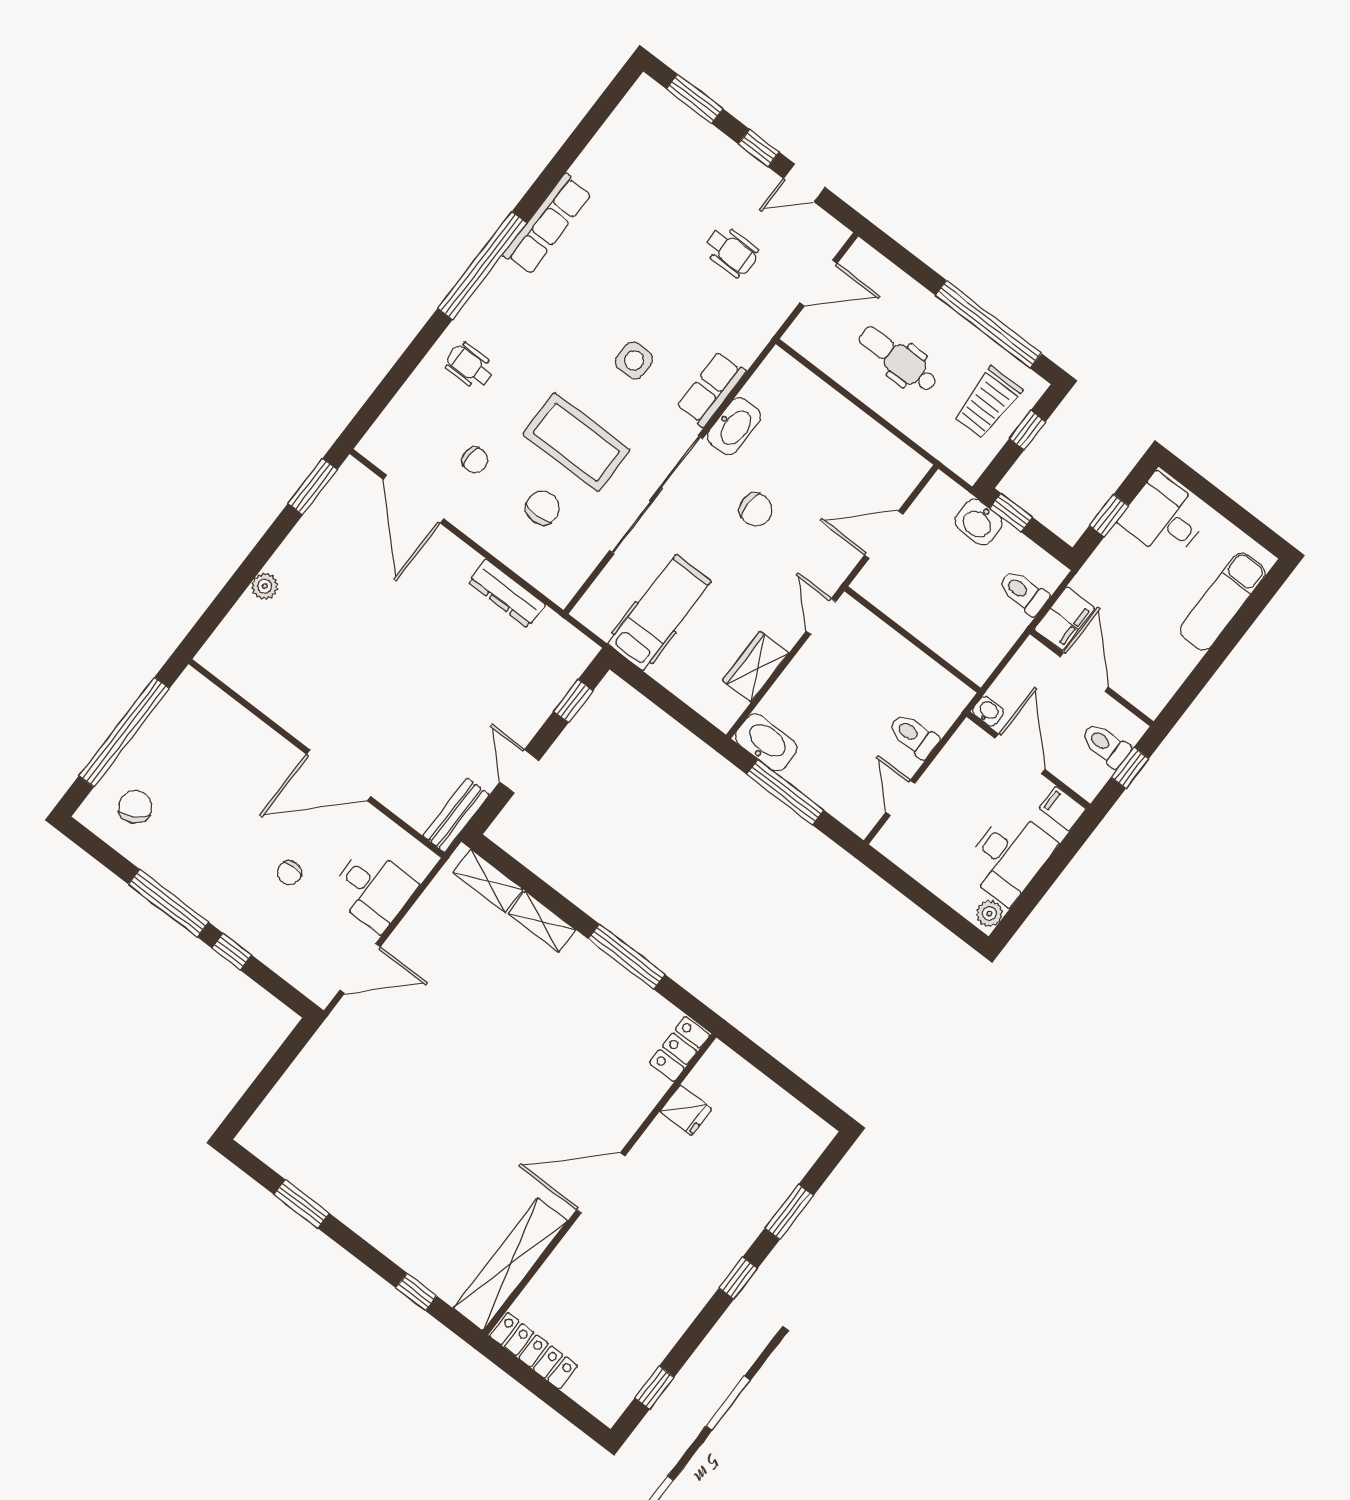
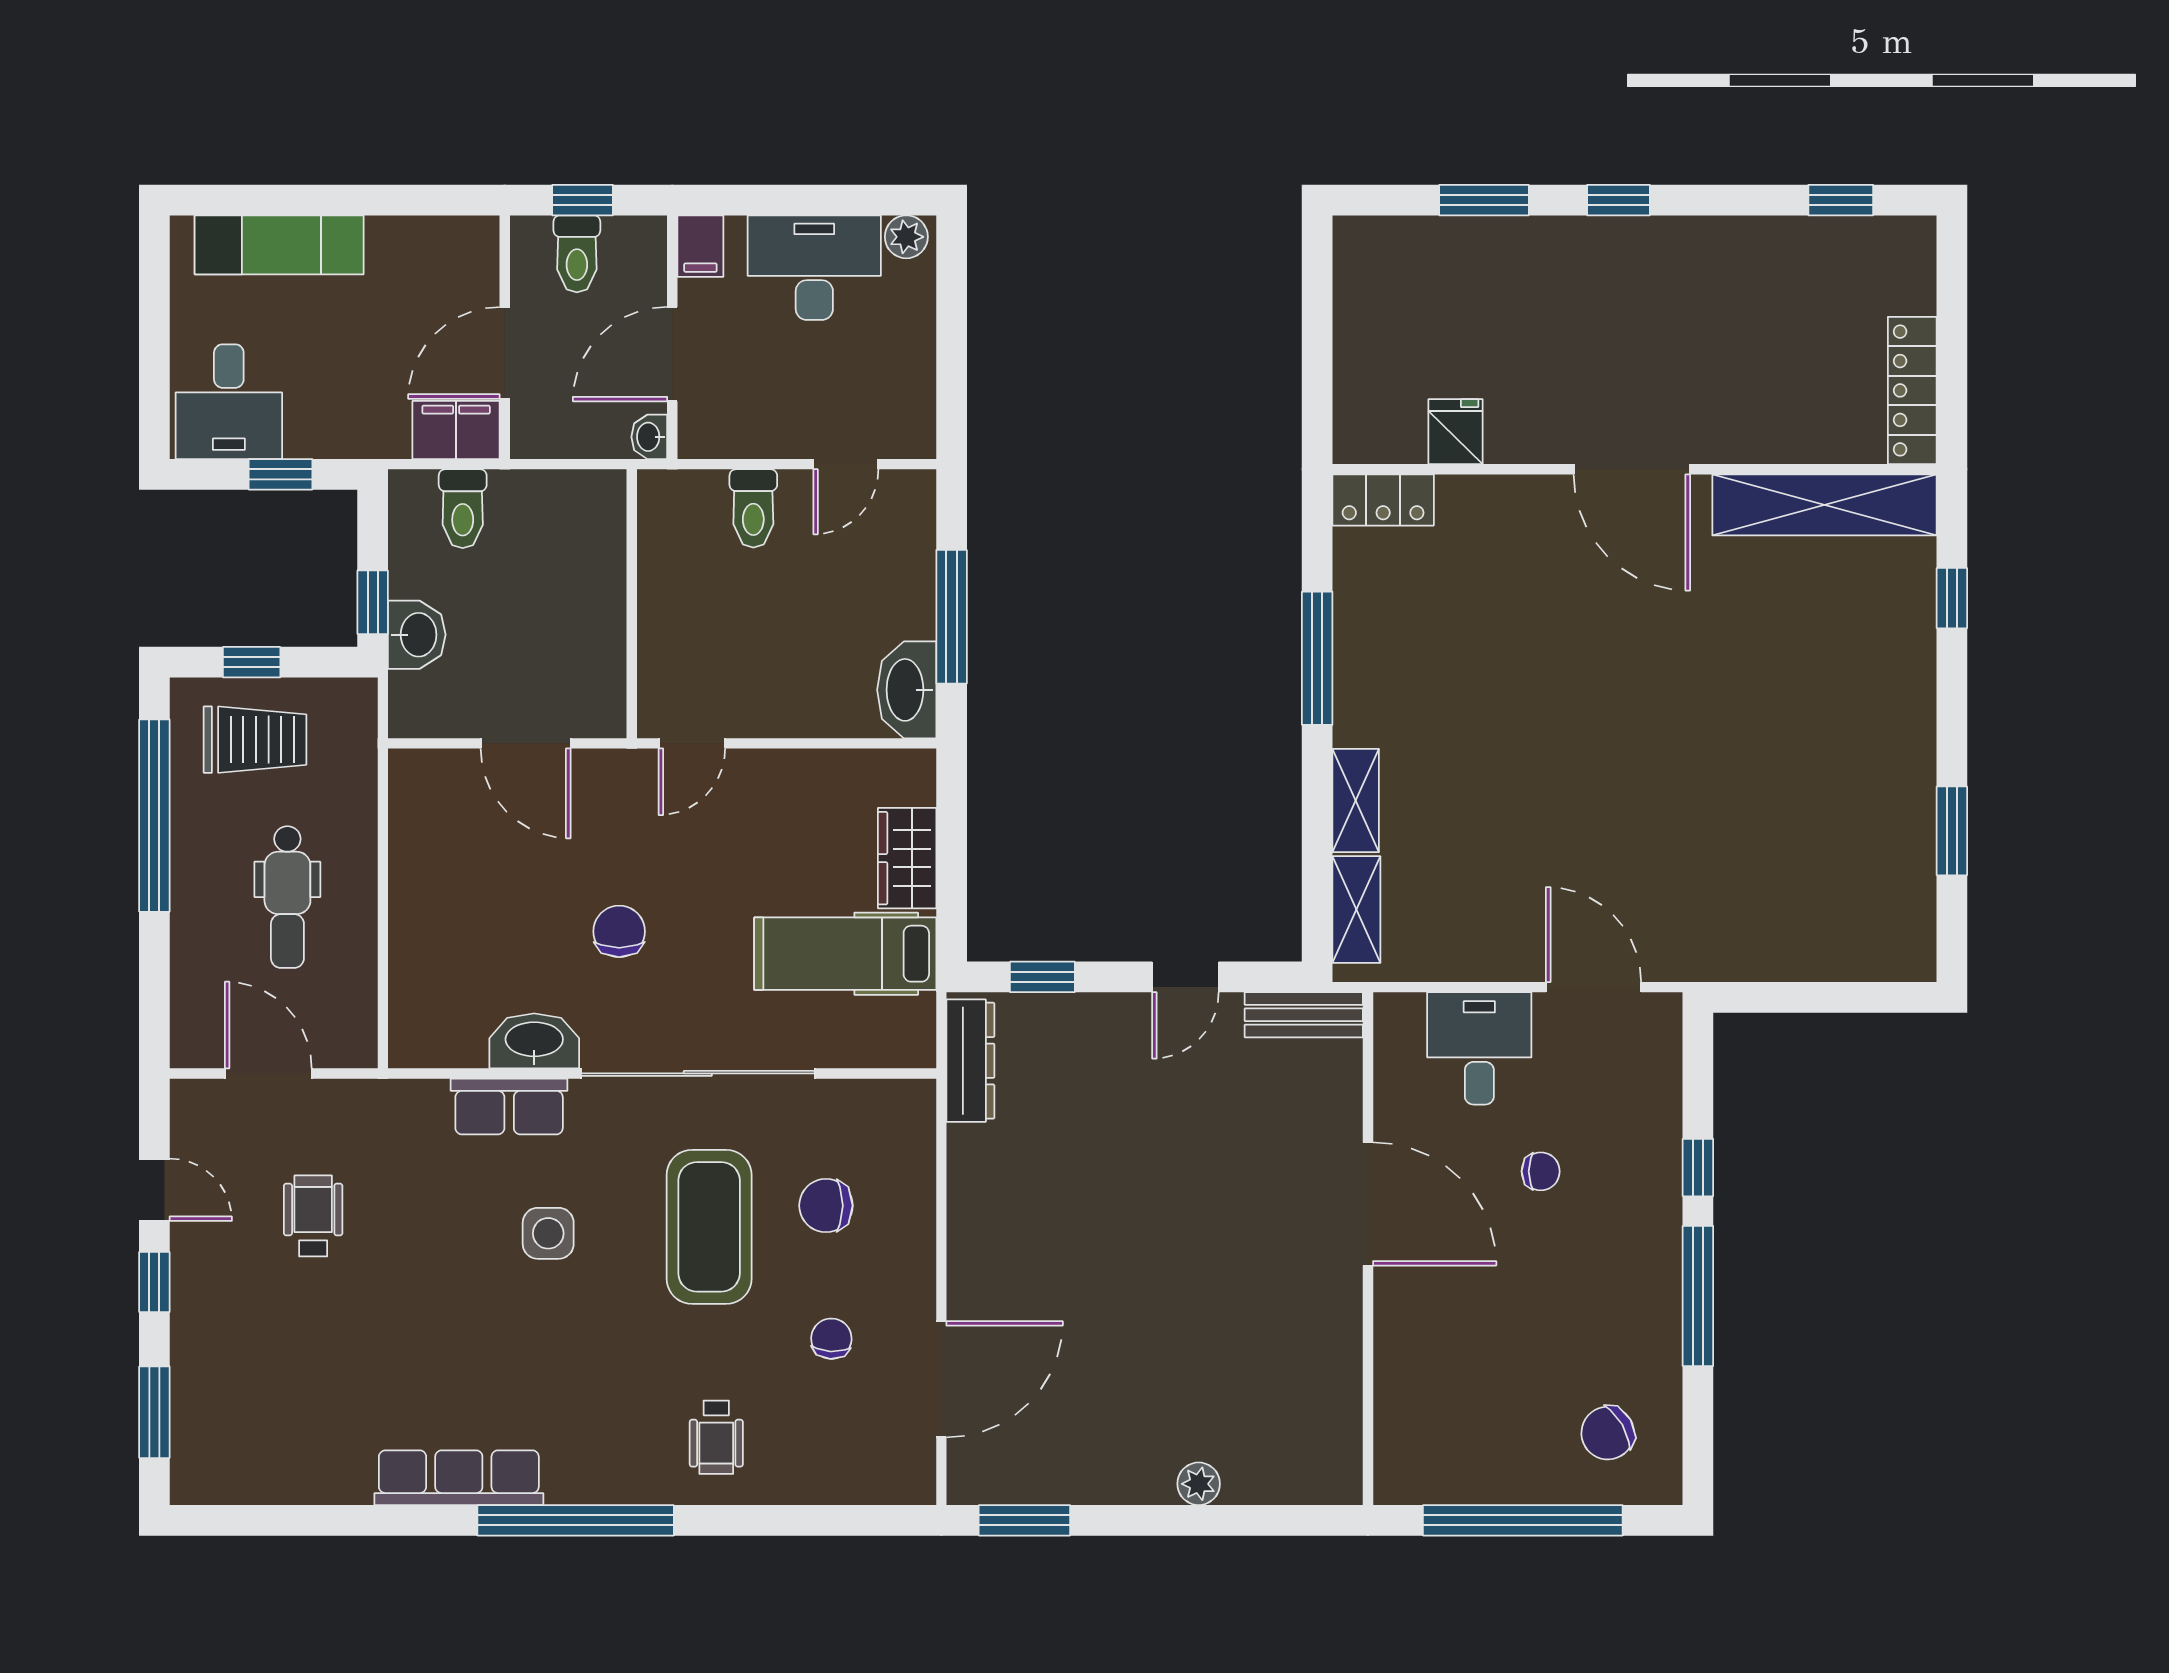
dresser: (507, 593) -> (970, 1061), moved
wardrobe: (756, 667) -> (907, 858), moved, turned 90

